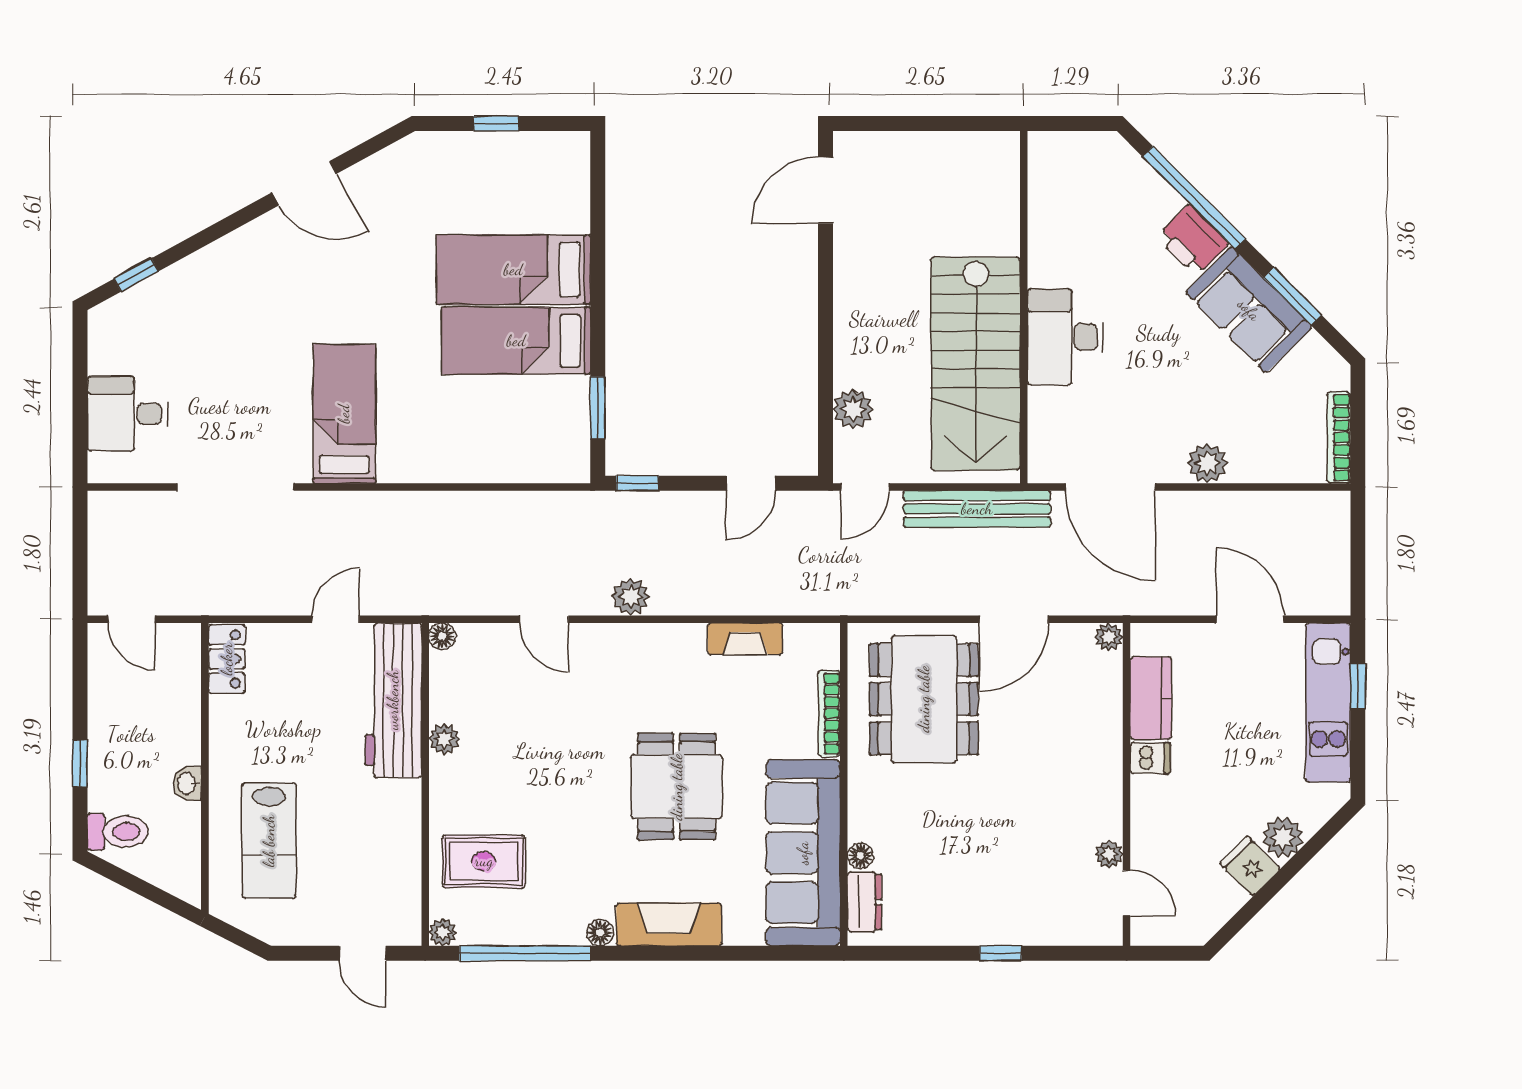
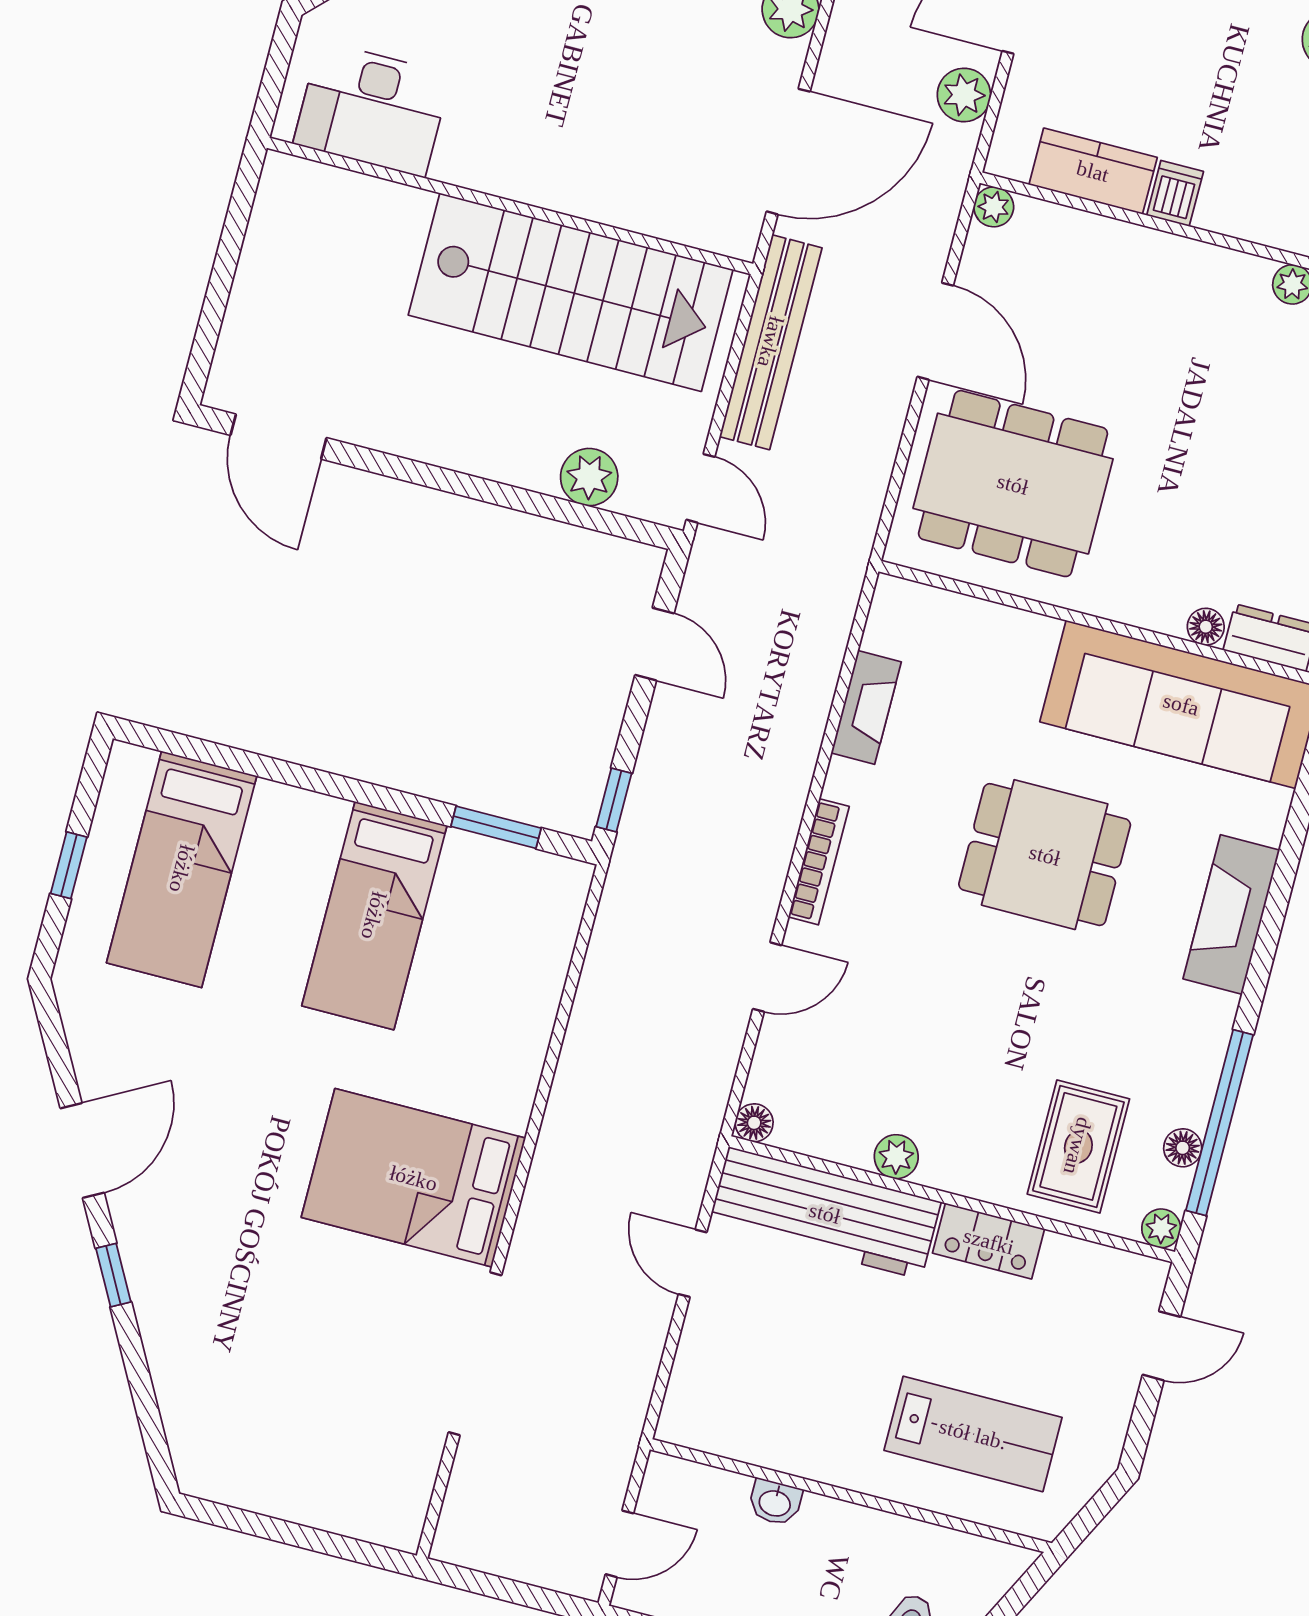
bed: (513, 270) -> (182, 869), moved
window: (136, 275) -> (113, 1275), moved
desk: (1065, 337) -> (372, 109), moved
desk: (128, 414) -> (336, 1475), removed
bed: (344, 414) -> (414, 1178), width x1.50
plant: (631, 597) -> (964, 95), moved
locker: (227, 659) -> (989, 1241), moved, turned 180
bookcase: (829, 714) -> (819, 862), moved, turned -90
washbasin: (187, 783) -> (775, 1502), moved
floor lamp: (600, 933) -> (1183, 1148), moved

